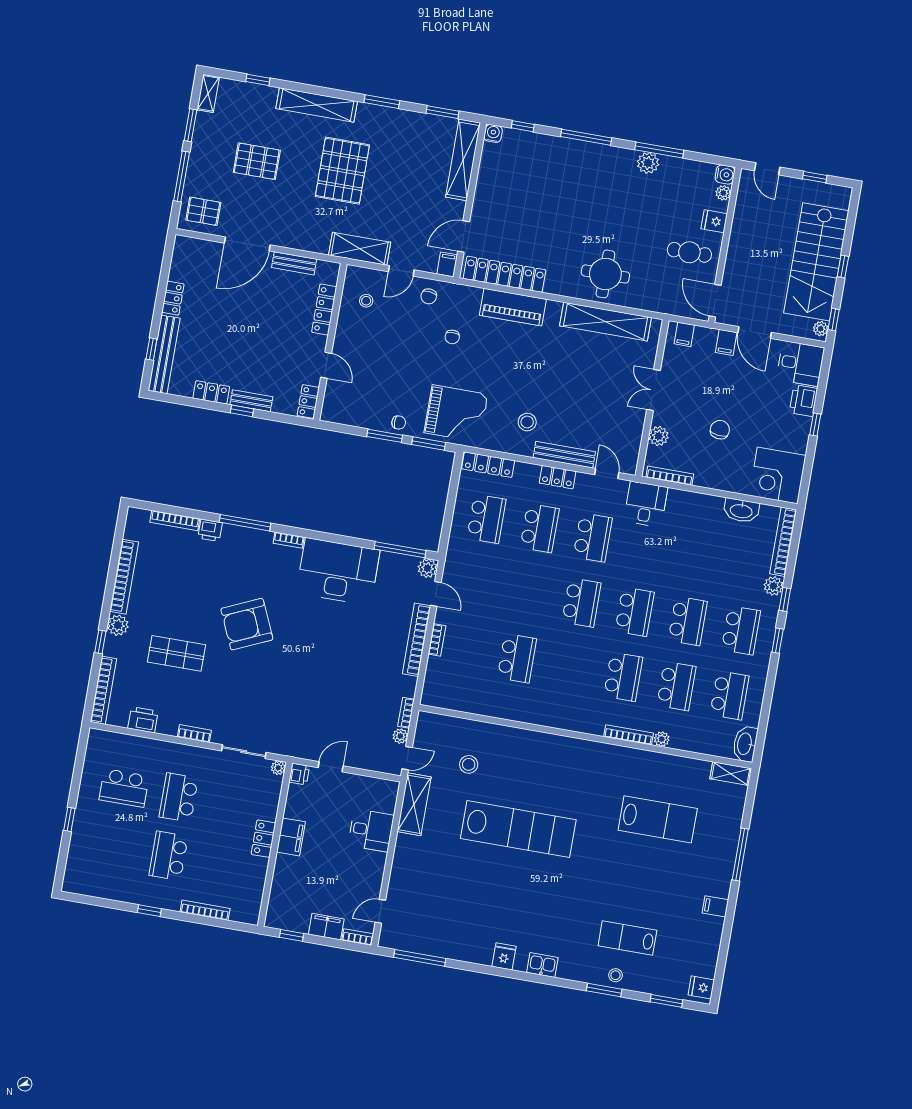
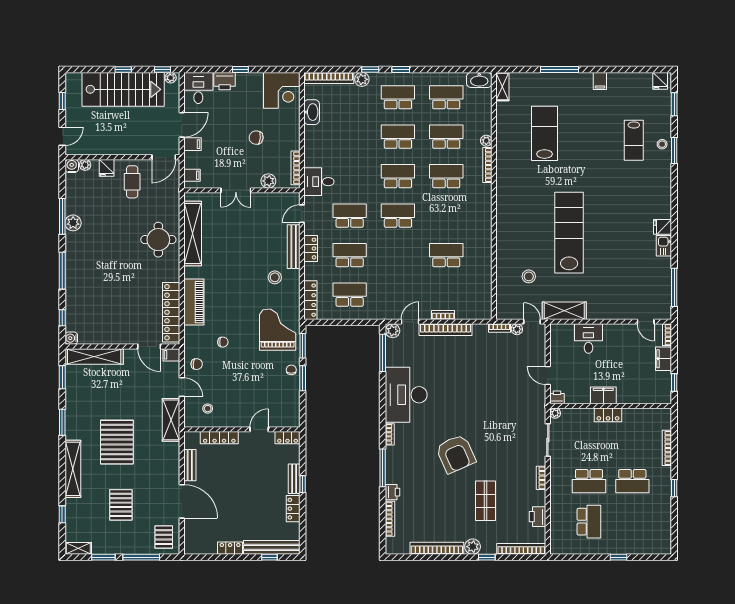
pallet: (342, 171) -> (117, 442), turned 90
kitchen sink: (542, 965) -> (664, 246), moved

